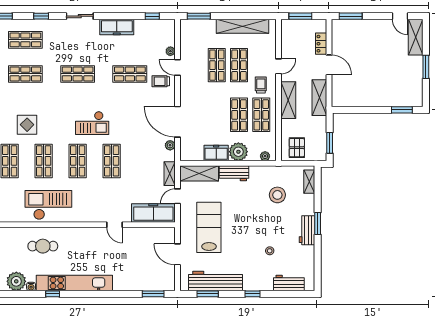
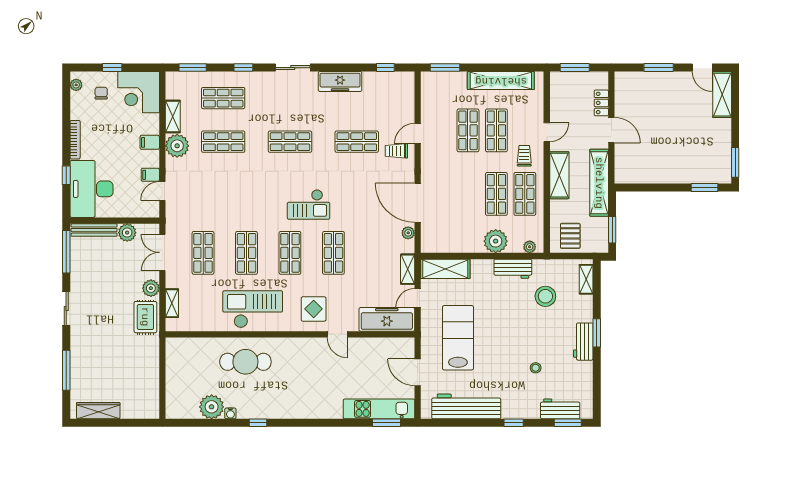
window: (351, 16) -> (659, 68), moved
plant: (170, 51) -> (409, 113), removed
window: (426, 67) -> (735, 162), moved
door: (177, 68) -> (418, 133), hinge flipped
shelving: (319, 98) -> (599, 183), width x1.47
display table: (27, 125) -> (314, 309), moved
freezer: (216, 153) -> (467, 243), removed
workbench: (234, 173) -> (513, 269), moved
cafe table: (43, 246) -> (245, 362), width x1.37, depth x1.35
kitchen unit: (74, 283) -> (379, 409), moved, width x0.73
window: (208, 294) -> (568, 423), moved

